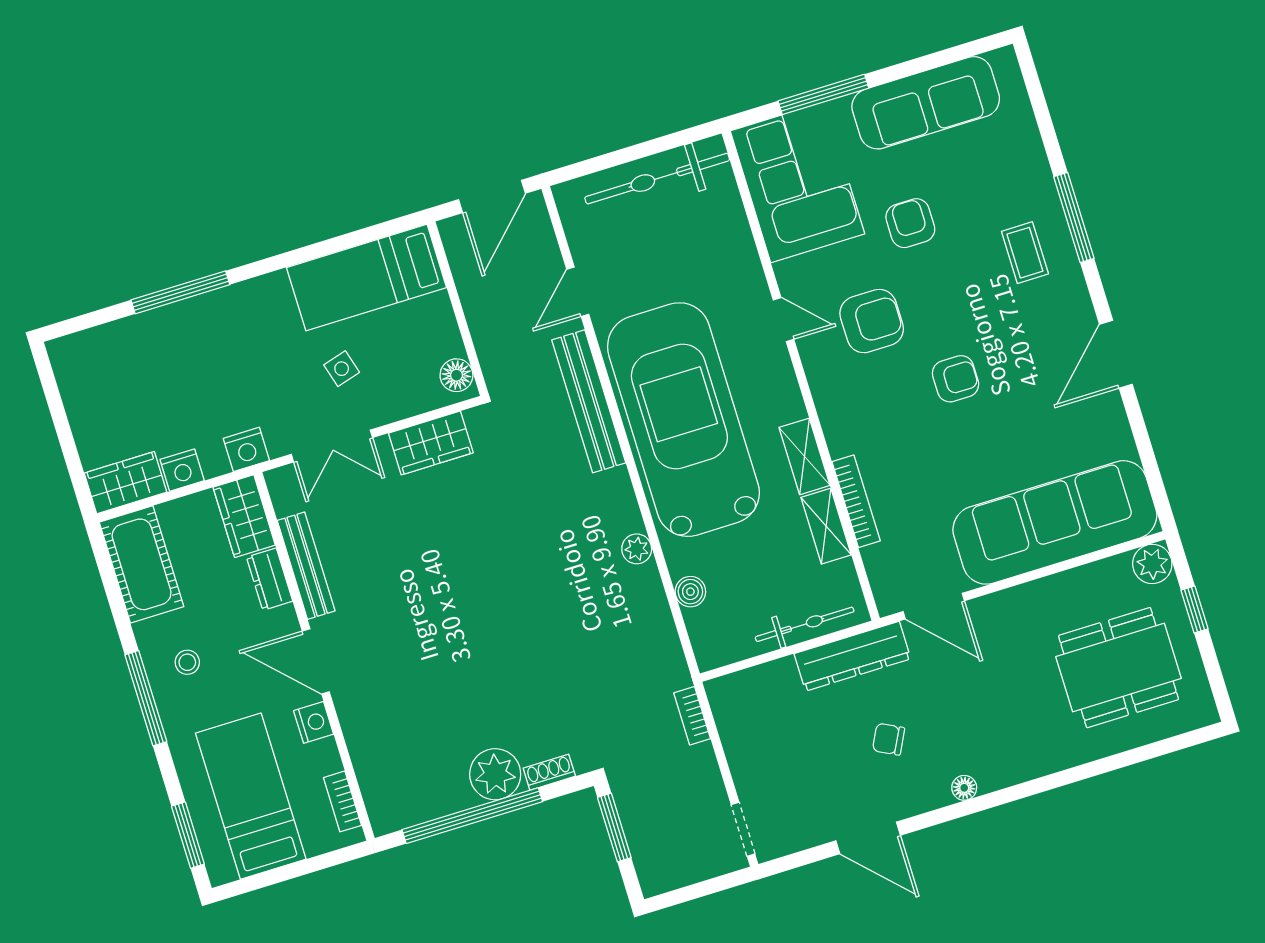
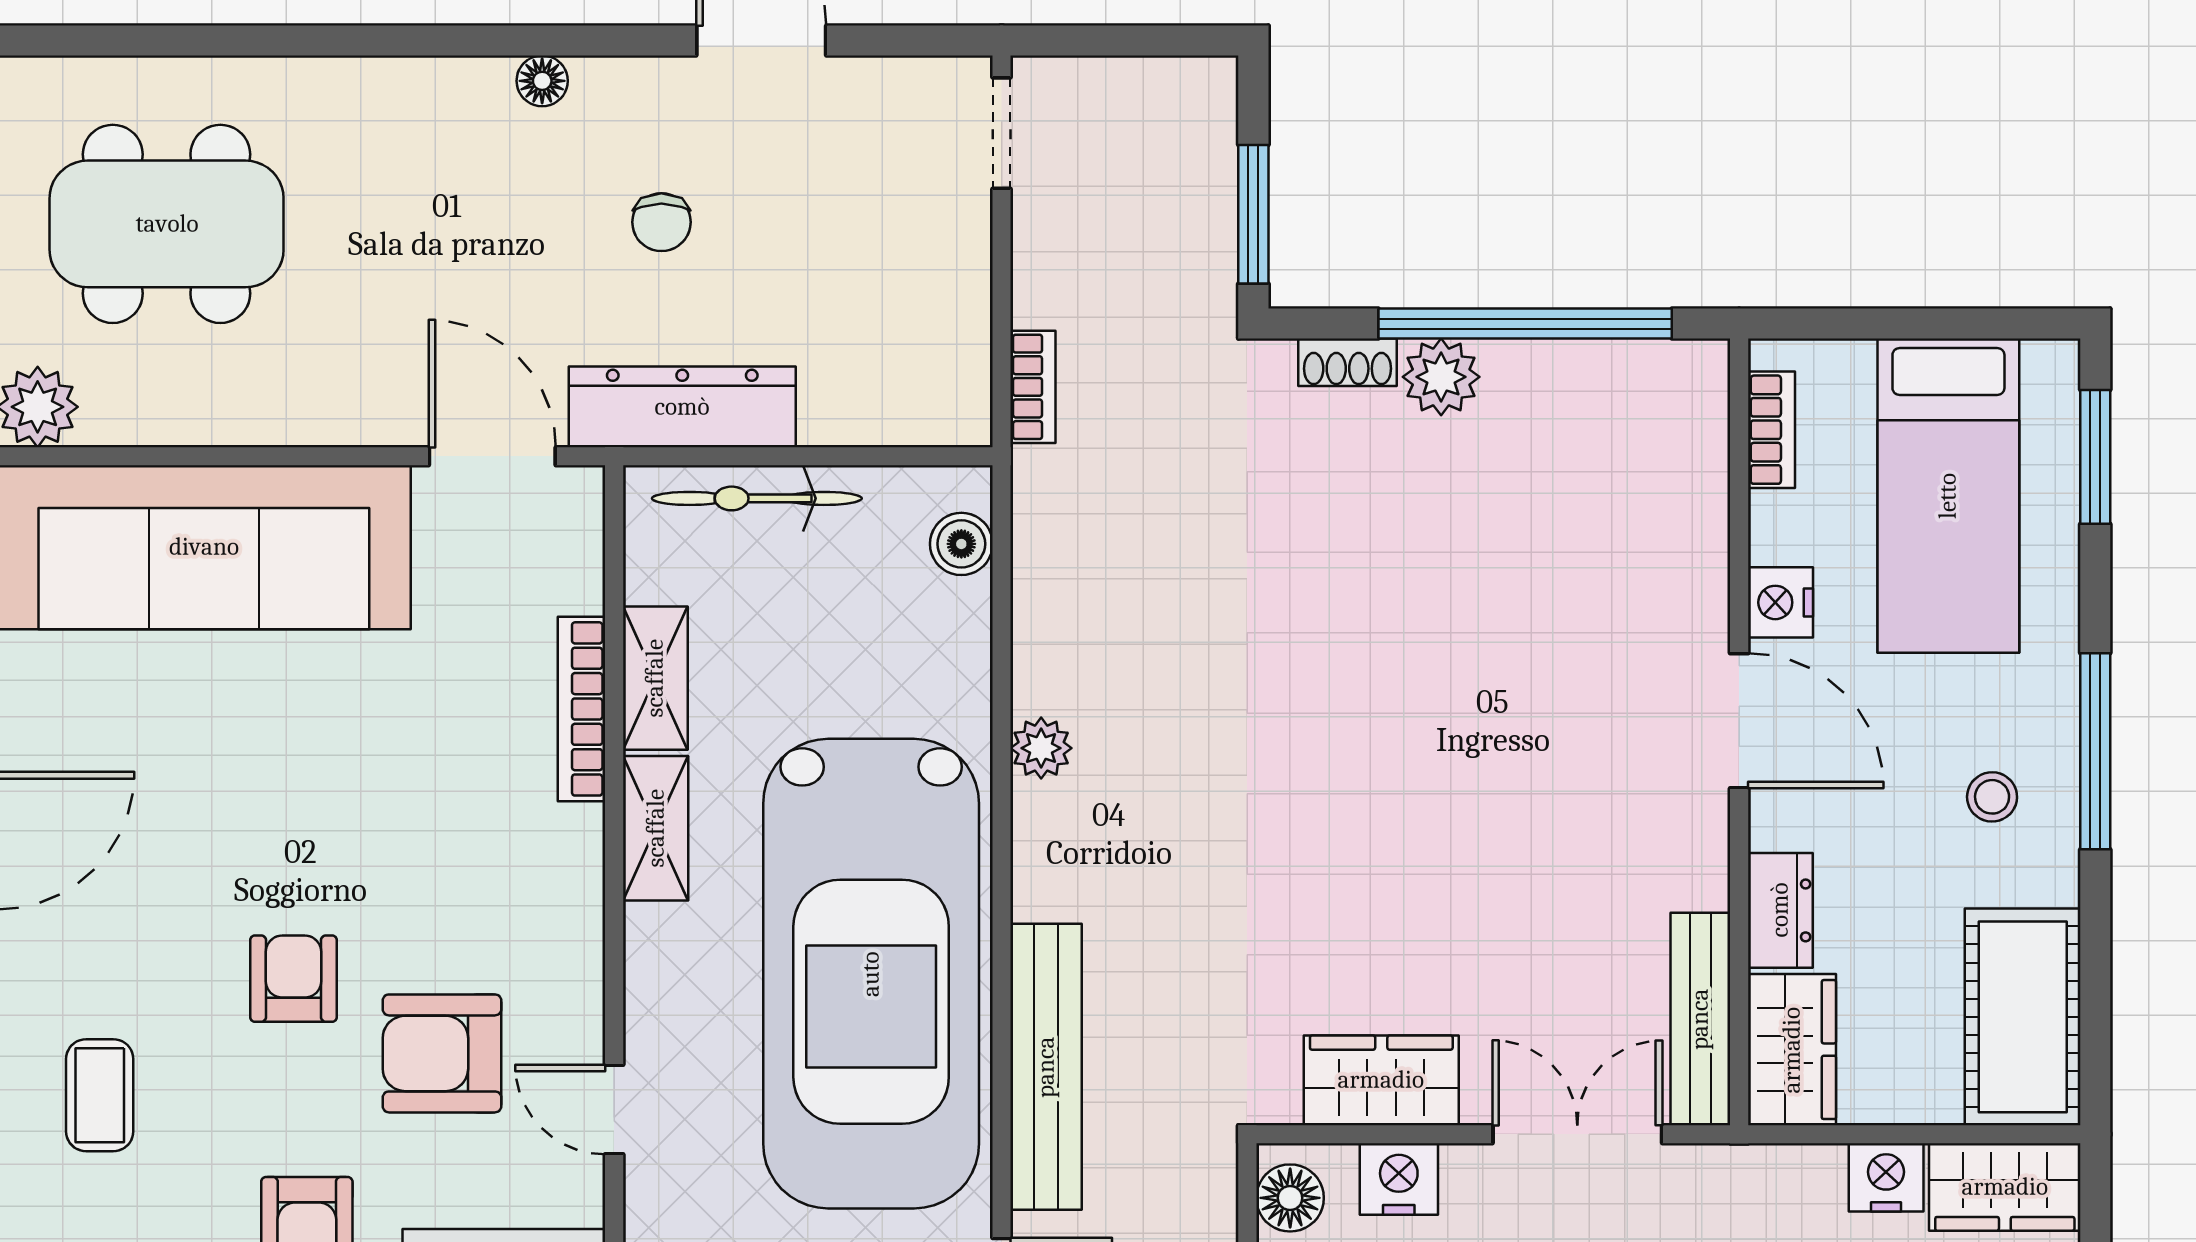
armchair: (956, 379) -> (294, 979), moved, turned 90
nightstand: (246, 449) -> (1399, 1179), moved
bench: (306, 566) -> (1700, 1019), moved
boiler: (690, 592) -> (961, 544), moved
chair: (889, 739) -> (661, 222), turned 63
plant: (495, 774) -> (1441, 377), width x0.73, depth x0.73

